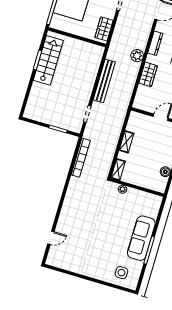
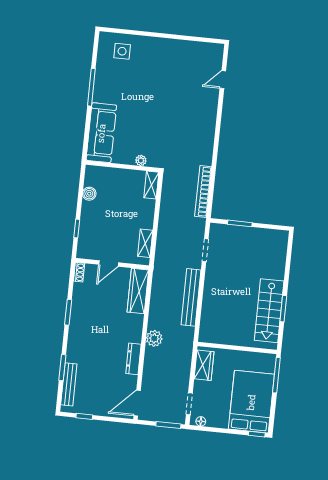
wardrobe: (148, 74) -> (138, 291), moved, width x1.50
shelving: (126, 142) -> (145, 243), moved
sofa: (141, 238) -> (101, 133), moved

